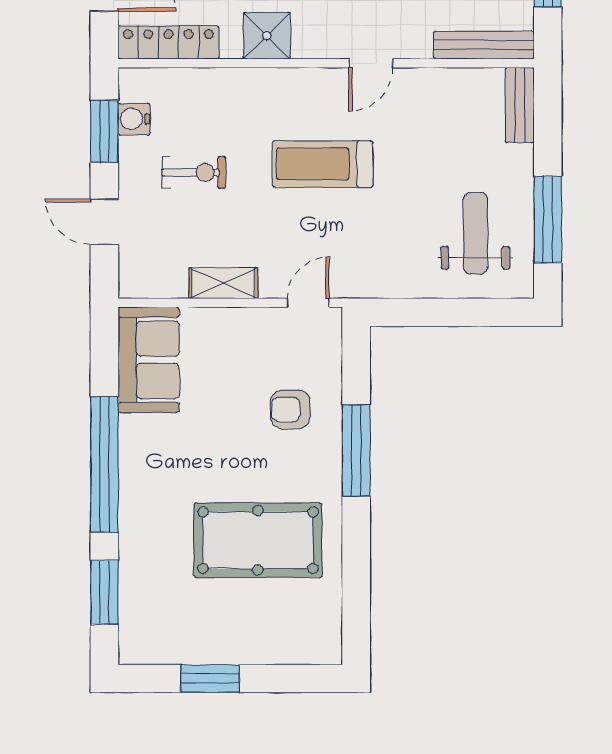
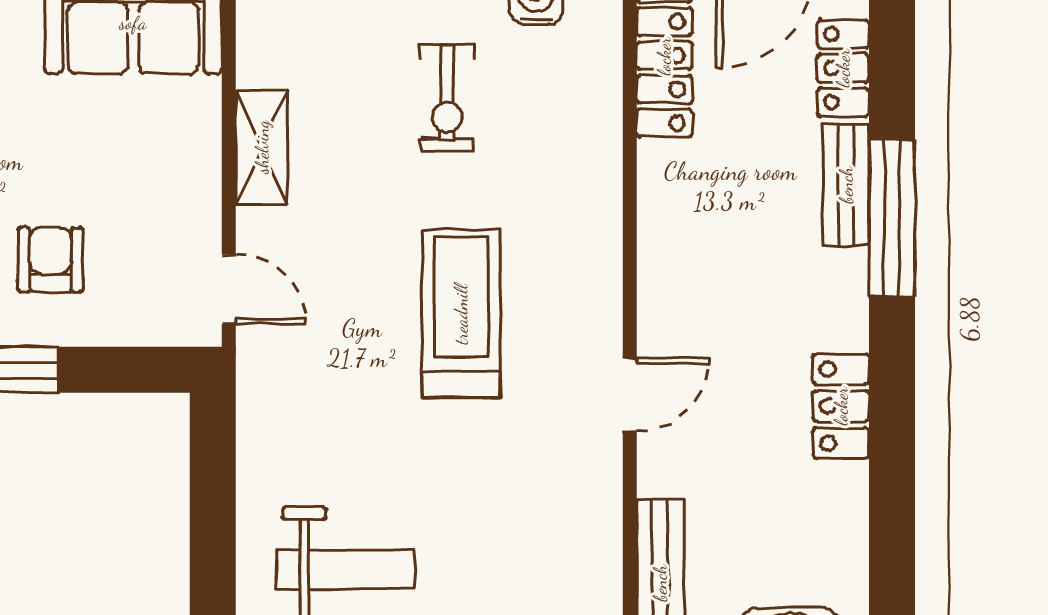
shower: (267, 36) -> (676, 220), removed
door: (371, 63) -> (630, 394), swing flipped

